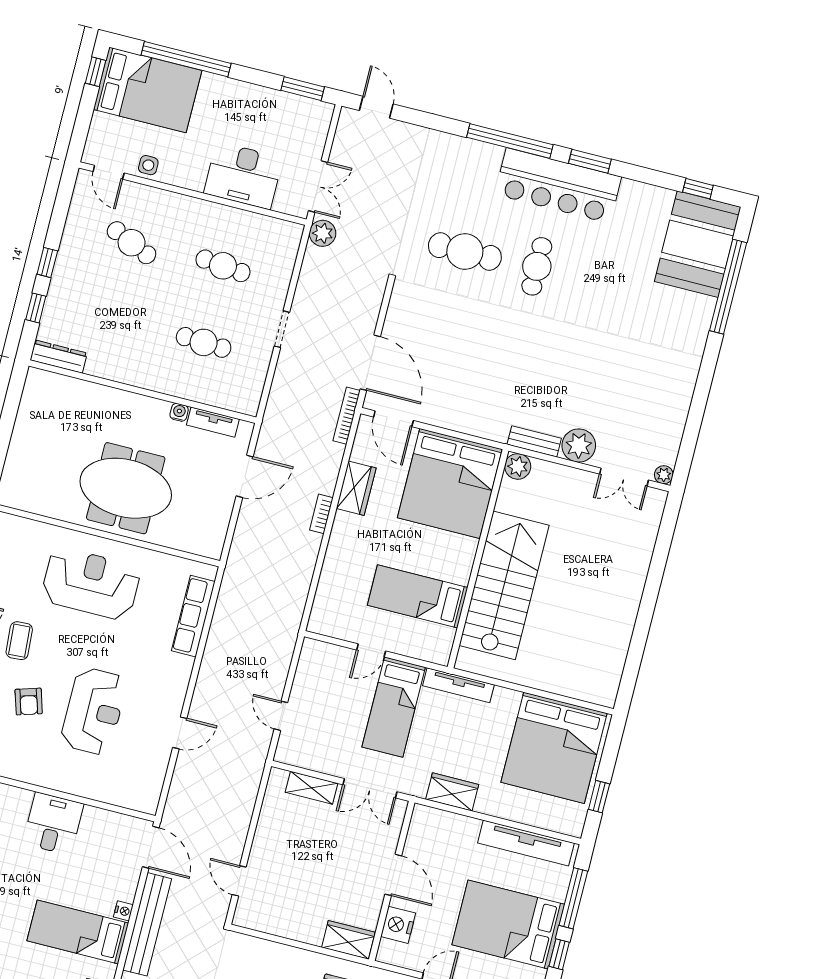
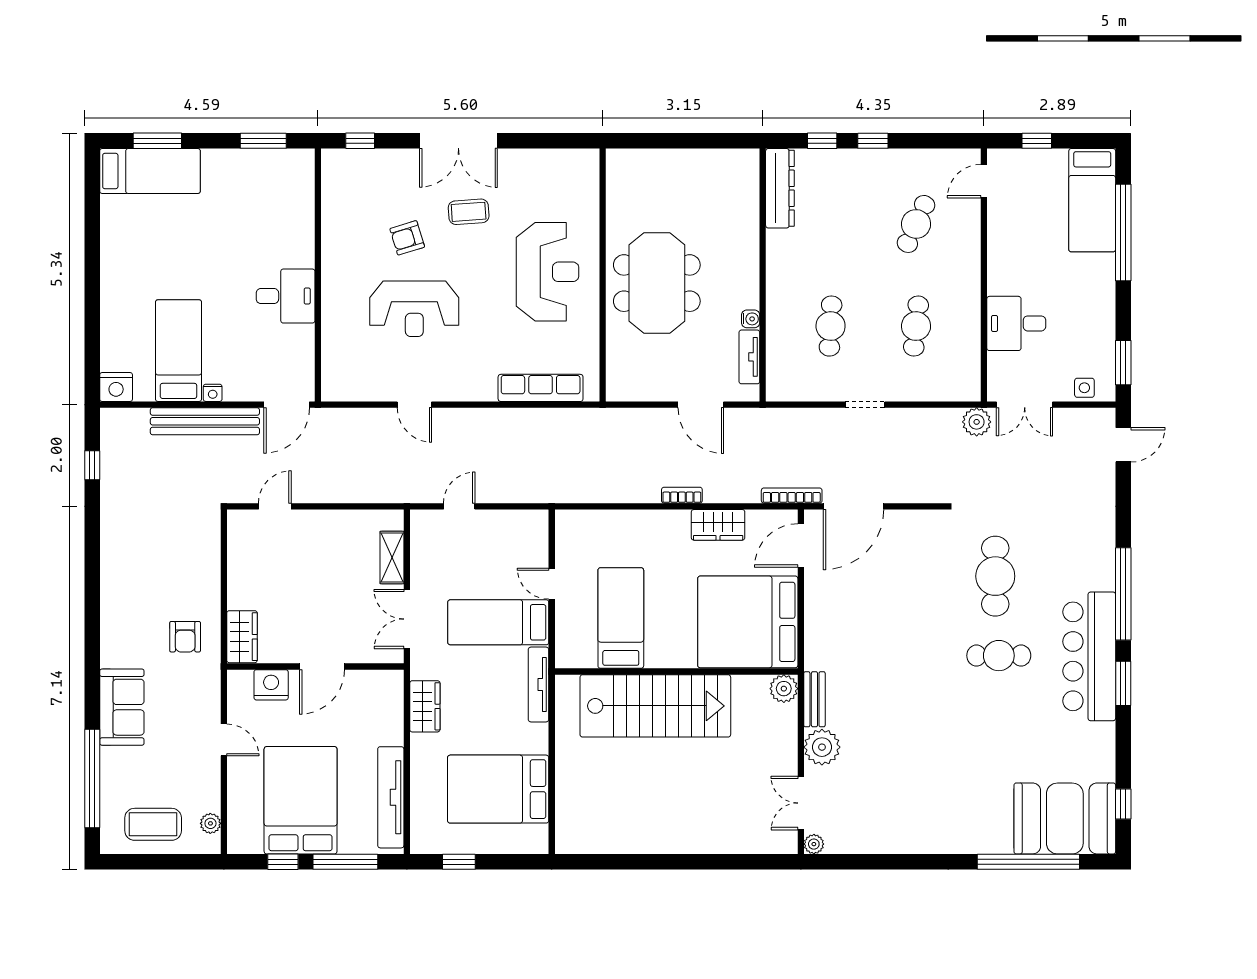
window: (96, 72) -> (1037, 141), moved
bed: (148, 90) -> (1092, 200), width x0.67
side table: (148, 165) -> (1084, 388), moved
desk: (243, 175) -> (1016, 323), width x0.73
dresser: (59, 357) -> (780, 188), width x1.37, depth x1.24
bed: (554, 748) -> (498, 789), width x0.73

